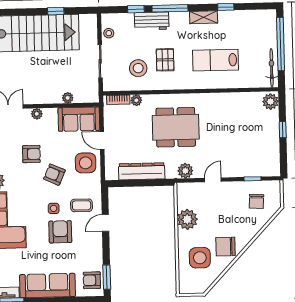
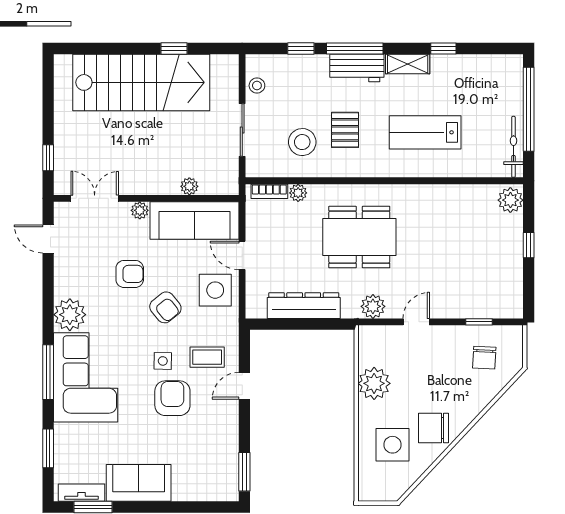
workbench: (152, 21) -> (357, 68), moved
sofa: (79, 119) -> (195, 221), width x1.36
armchair: (54, 175) -> (165, 307), turned -153
armchair: (92, 280) -> (221, 476), removed
sofa: (48, 286) -> (139, 483), width x0.73

